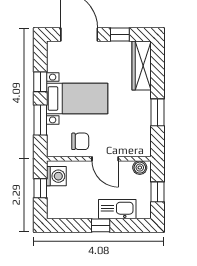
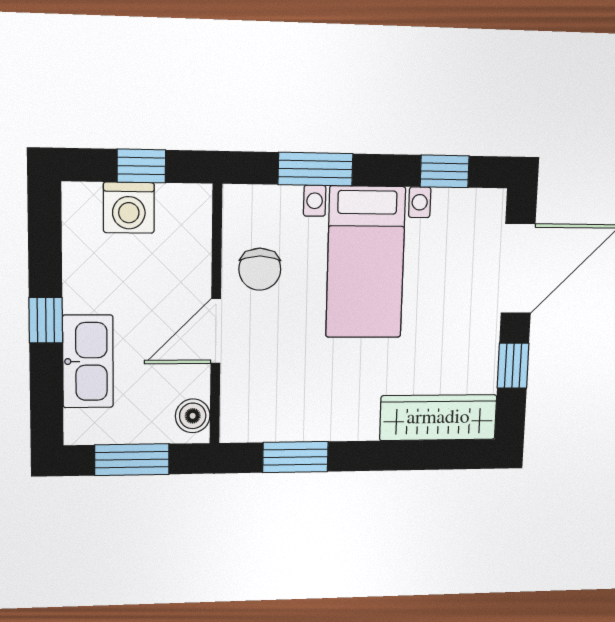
window: (40, 82) -> (445, 171), moved
window: (158, 112) -> (295, 457), moved
washing machine: (56, 176) -> (129, 208), moved
window: (158, 192) -> (132, 460), width x1.50

